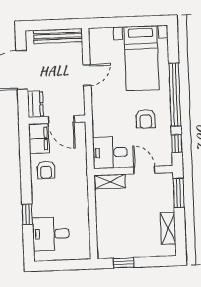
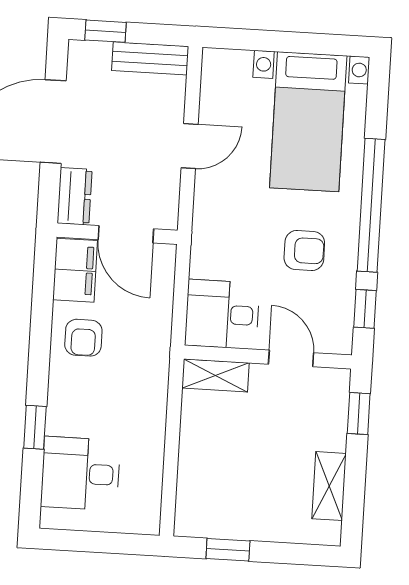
window: (42, 25) -> (106, 31), added
bench: (58, 36) -> (150, 58), width x0.73
armchair: (146, 119) -> (304, 251), turned -90
window: (179, 193) -> (359, 414), width x0.67

